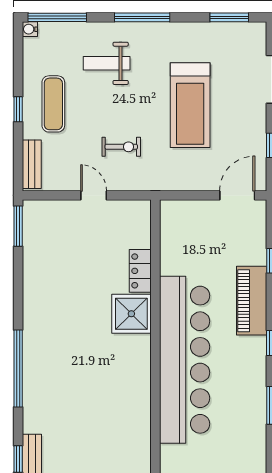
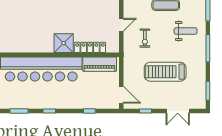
weight bench: (107, 63) -> (186, 31), turned 90
locker: (140, 271) -> (90, 47), width x1.53
piano: (252, 301) -> (100, 64), moved, turned 180

